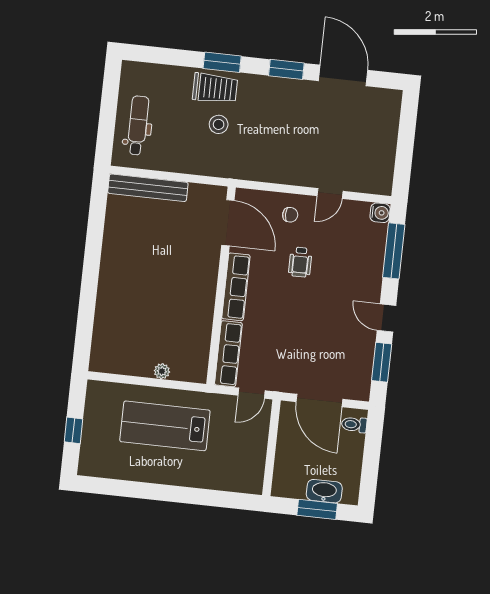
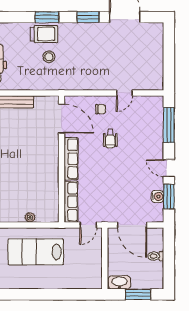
water cooler: (380, 213) -> (157, 196), moved
toilet: (354, 425) -> (156, 256), moved
washbasin: (324, 491) -> (119, 282), moved

